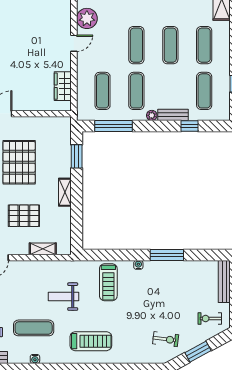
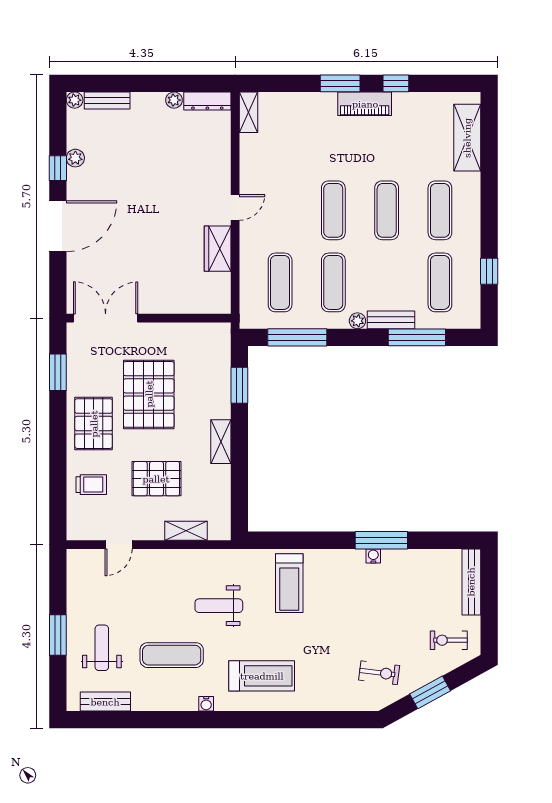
plant: (87, 18) -> (255, 168), removed
wardrobe: (63, 86) -> (218, 249), moved
window: (190, 126) -> (417, 337), width x2.17
water cooler: (138, 265) -> (373, 556), moved
water cooler: (35, 359) -> (206, 704), moved

